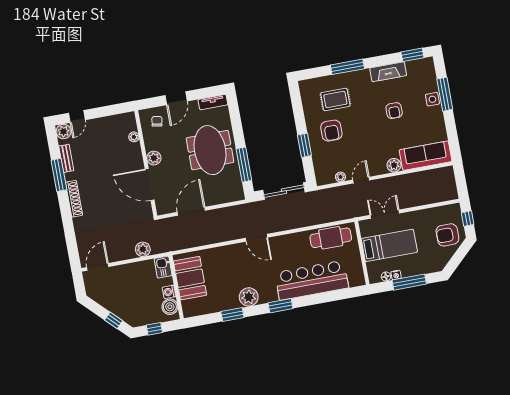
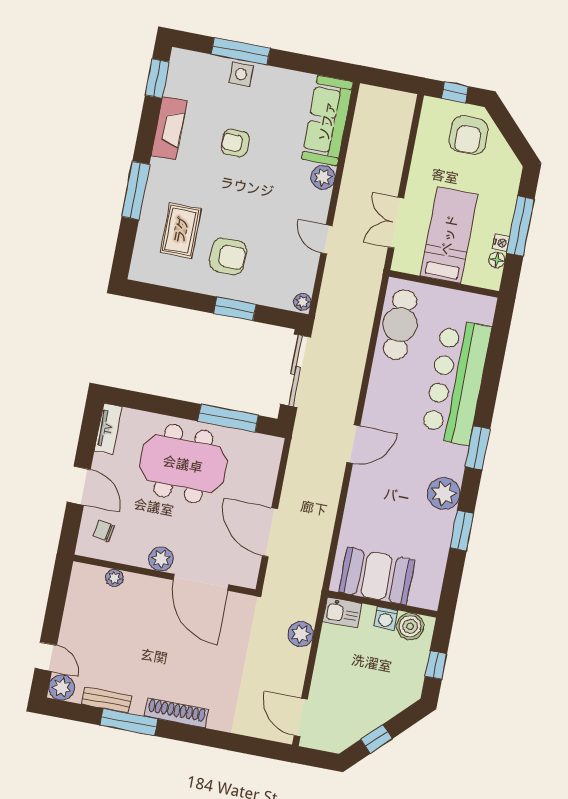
armchair: (394, 111) -> (235, 143), turned 180
plant: (340, 177) -> (302, 302), moved
door: (150, 184) -> (201, 582), hinge flipped
window: (114, 320) -> (376, 739), moved

